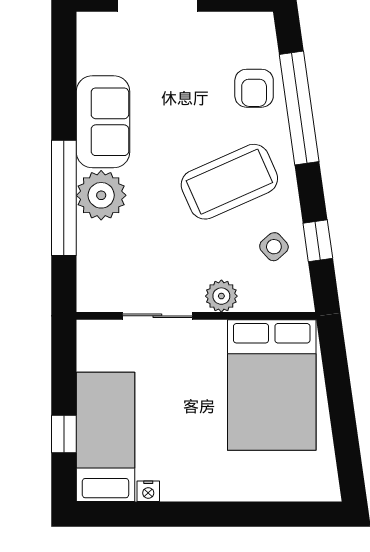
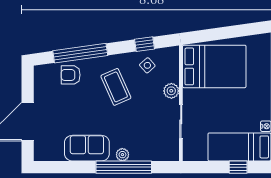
armchair: (254, 88) -> (71, 75), turned 180
coffee table: (229, 182) -> (116, 87), width x0.73, depth x0.76
plant: (101, 195) -> (122, 155), width x0.53, depth x0.53

